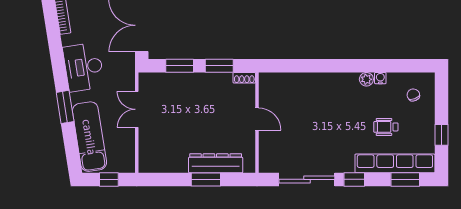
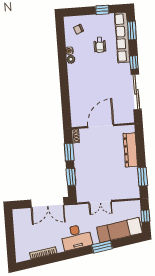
door: (257, 119) -> (101, 126), width x1.88
window: (206, 179) -> (143, 177), moved

